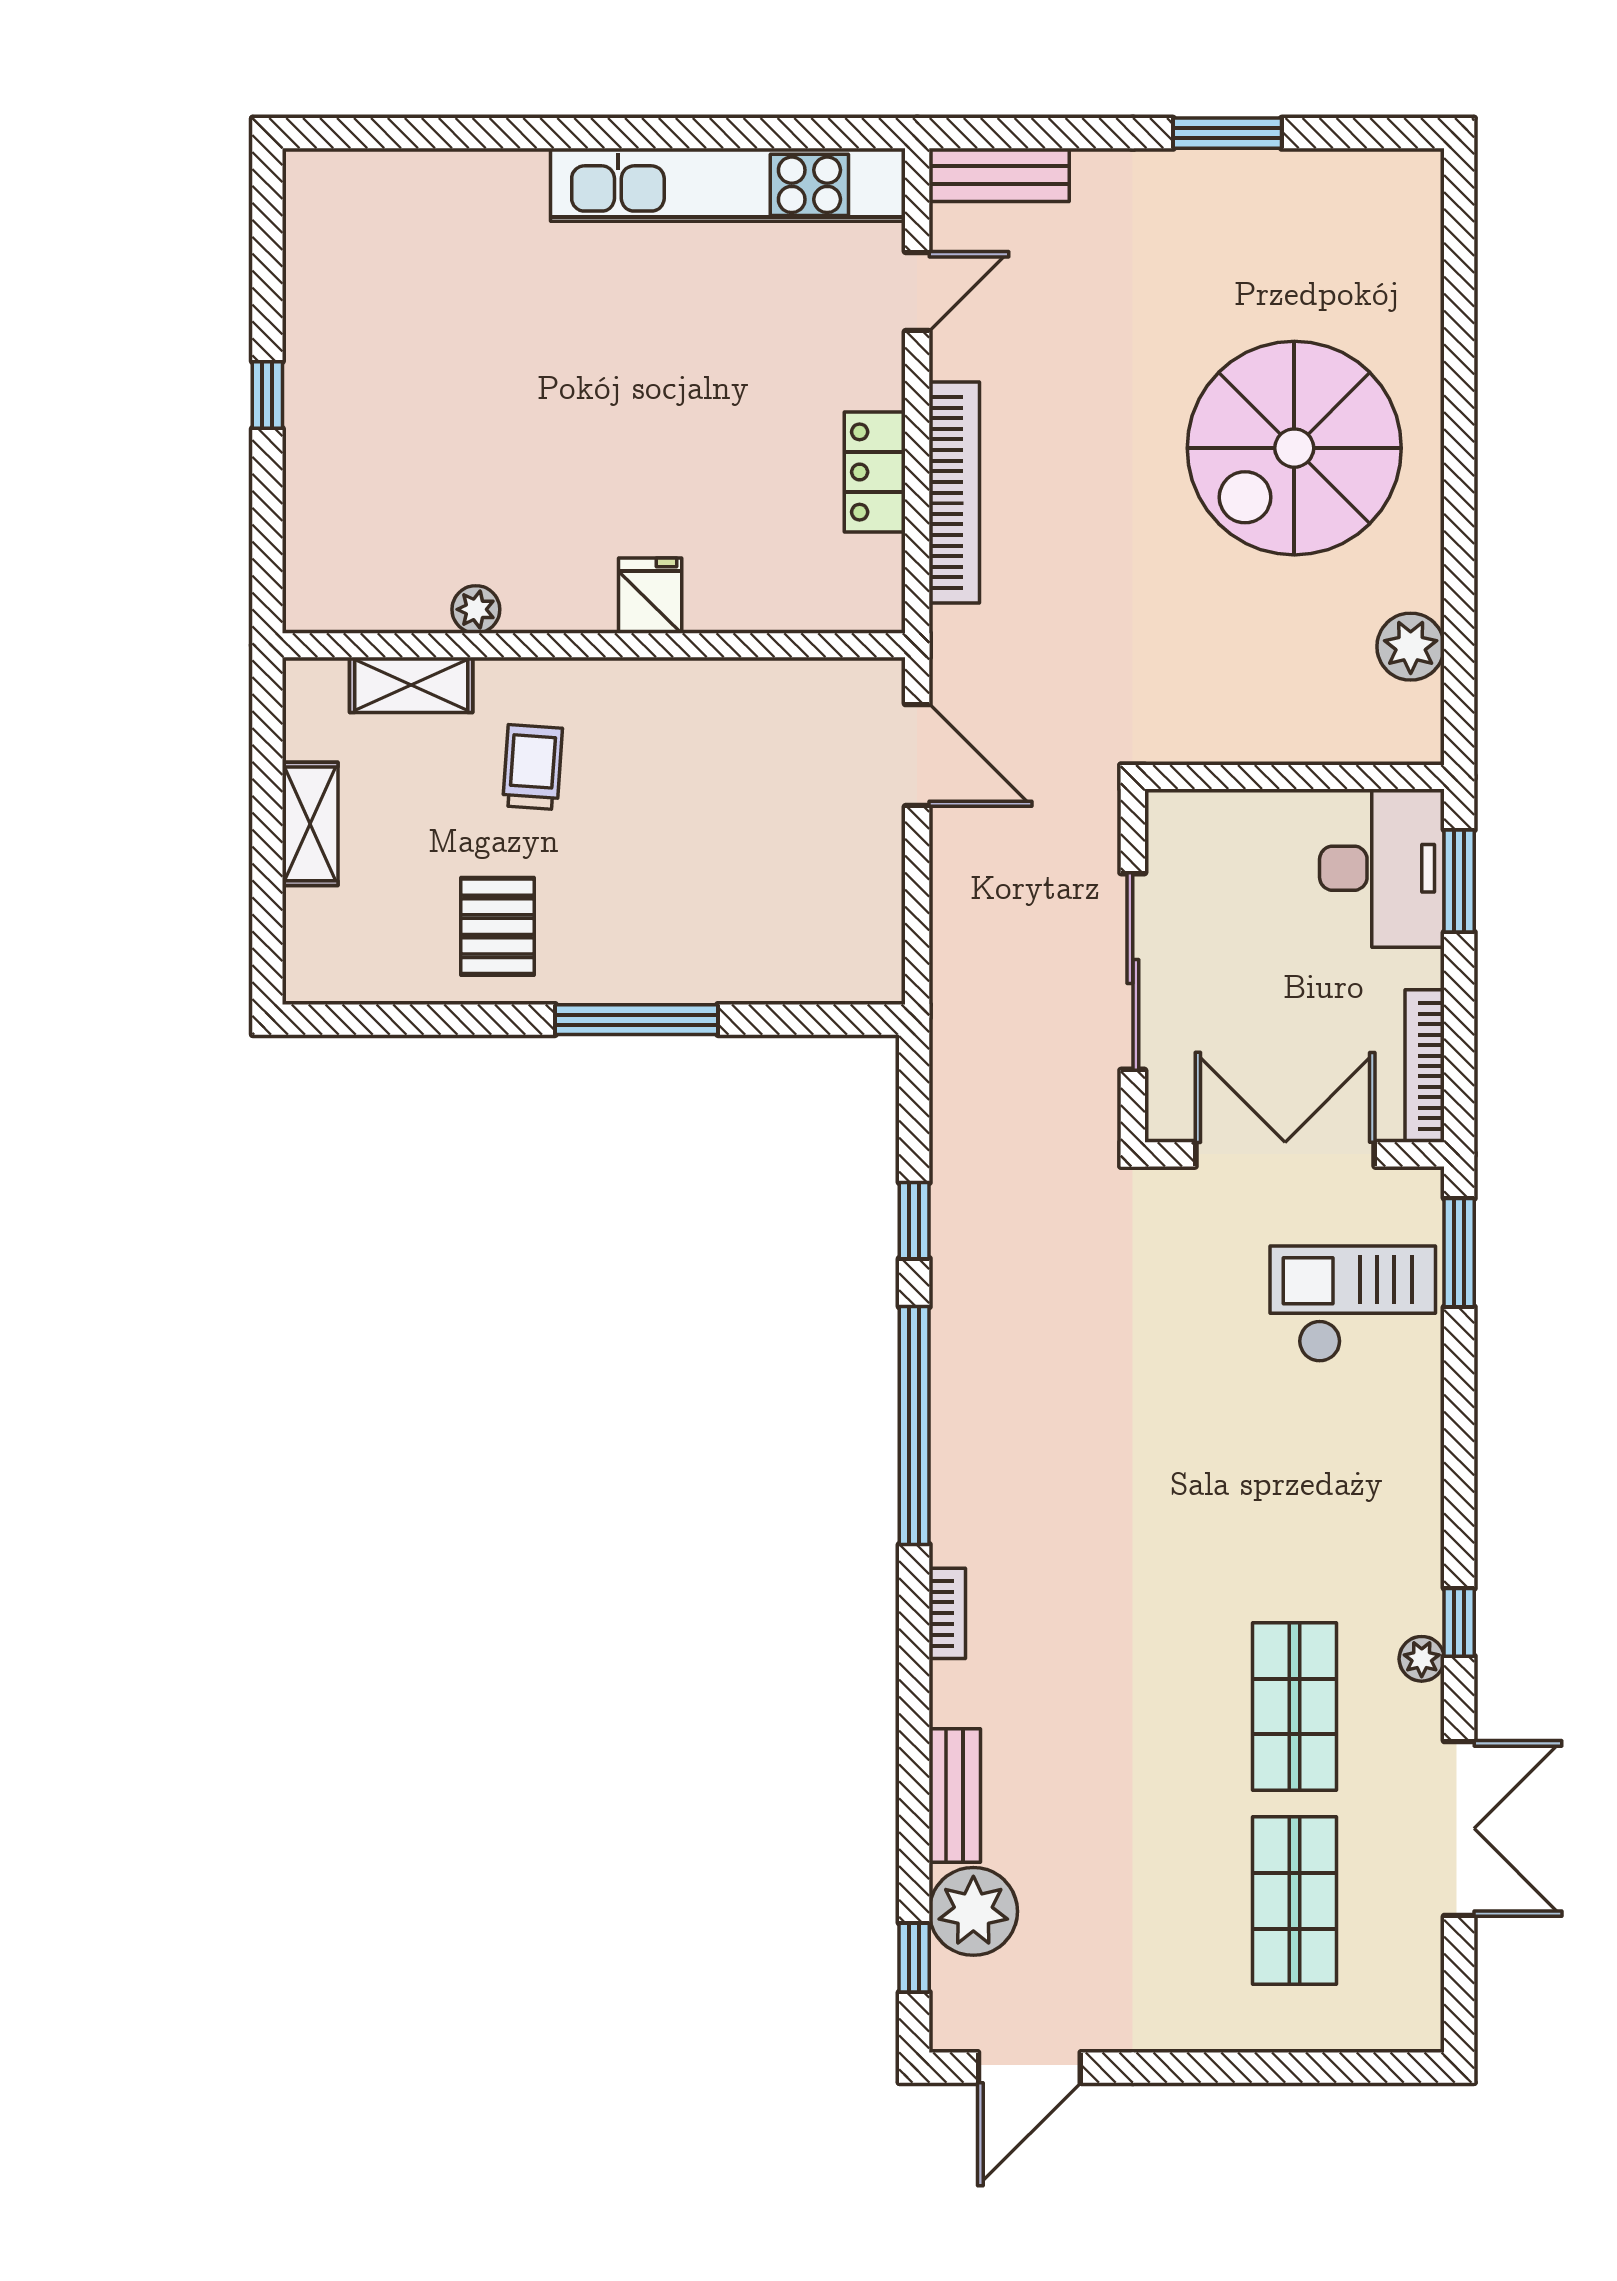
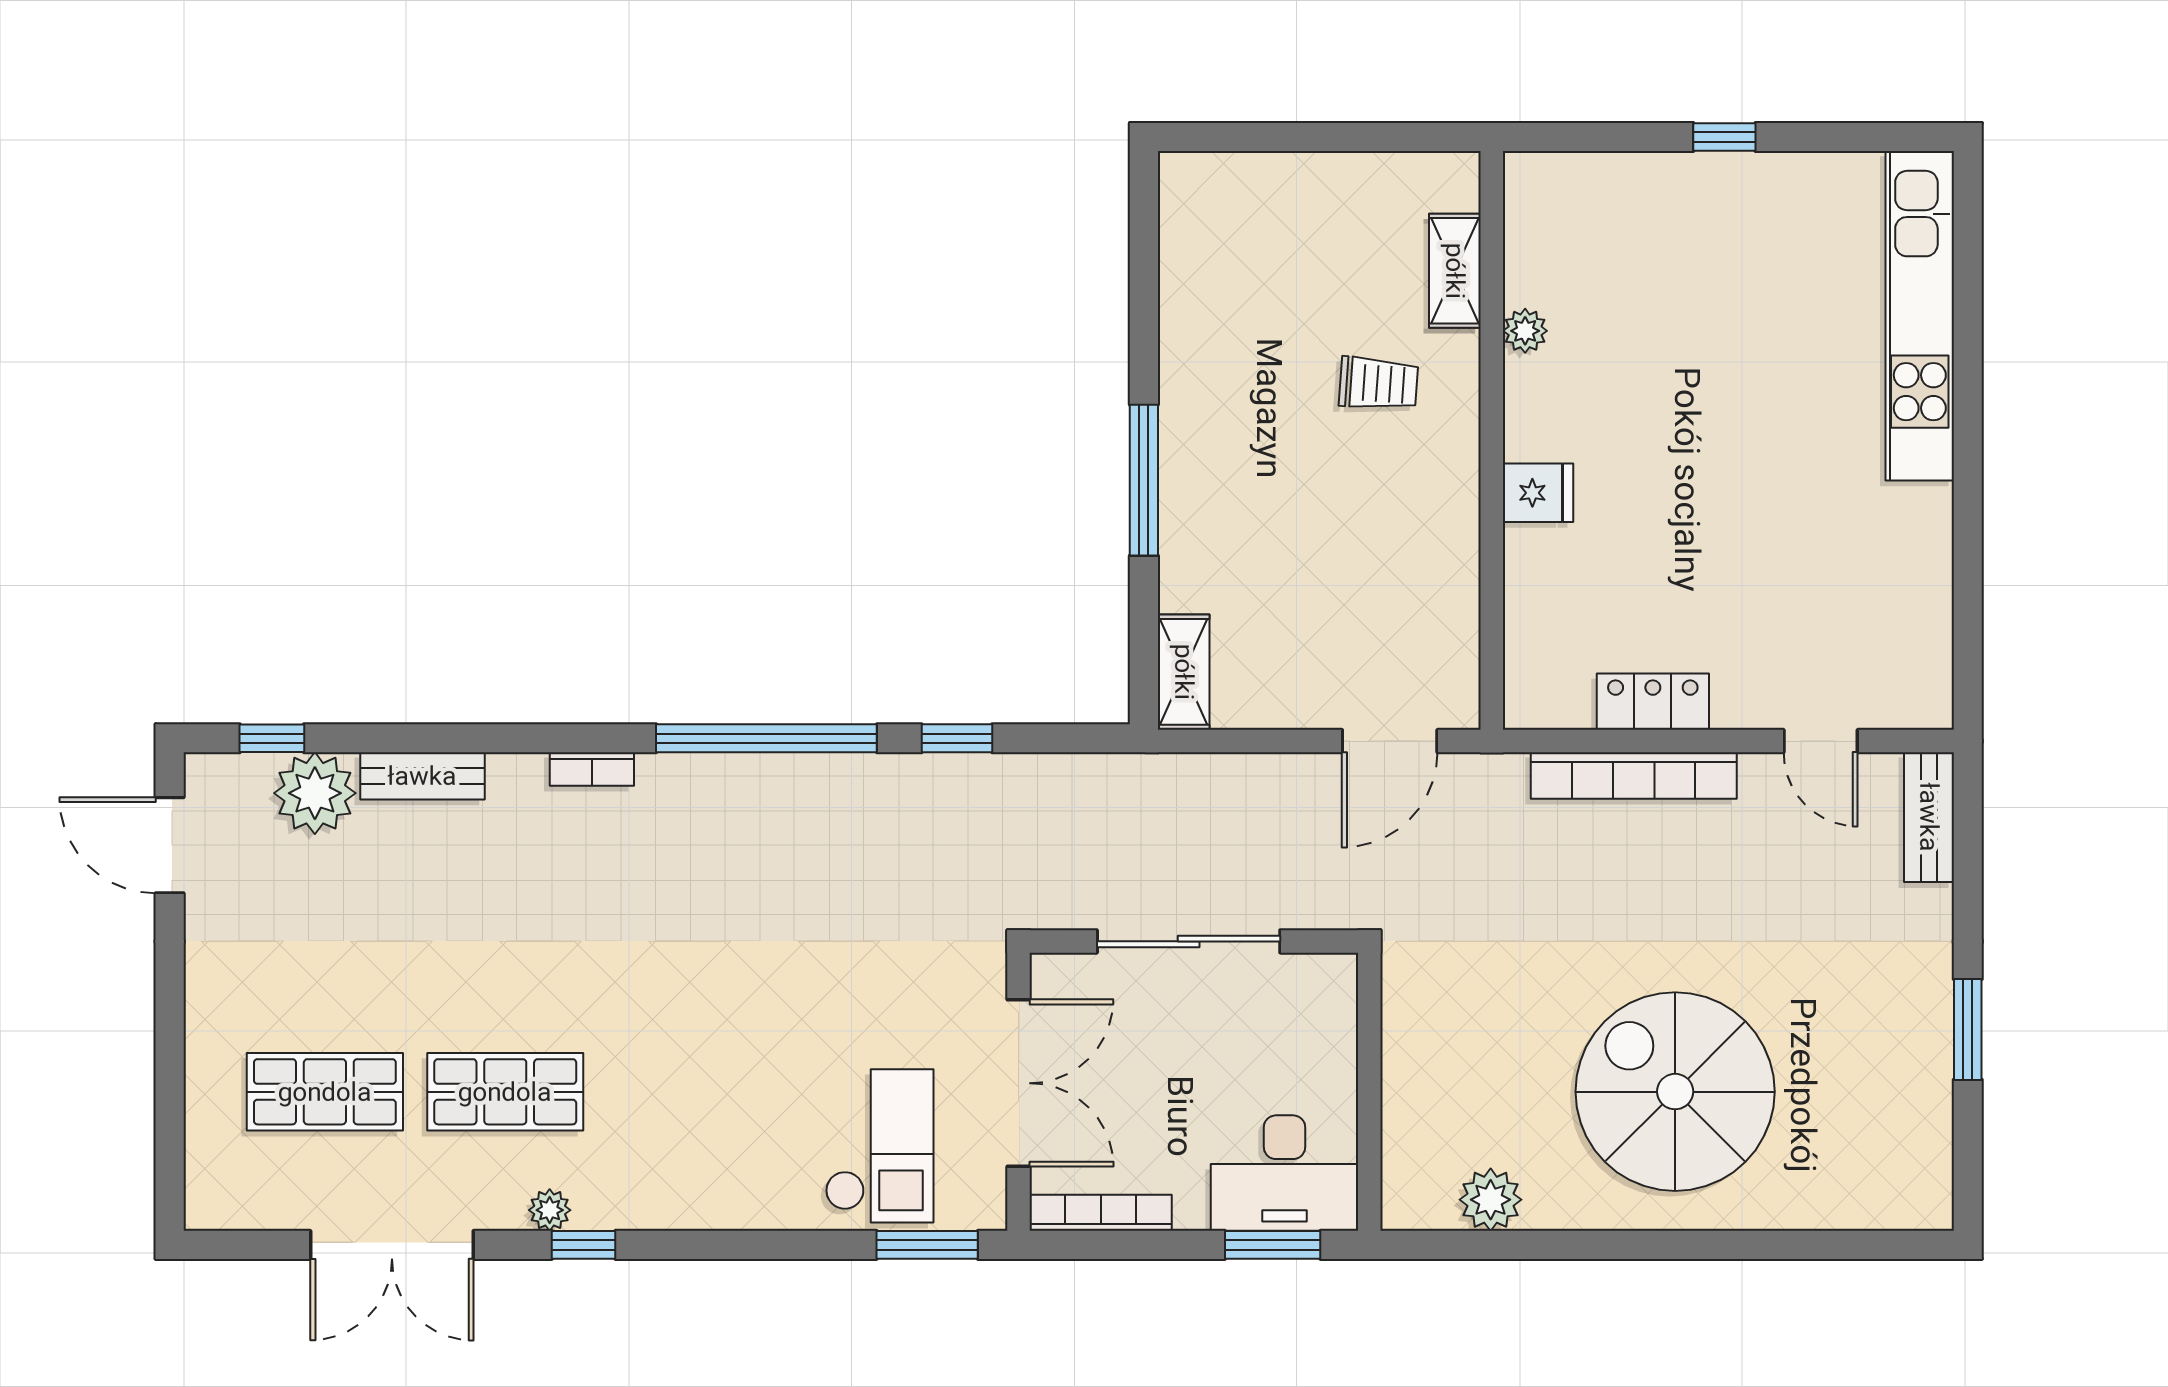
kitchen unit: (728, 185) -> (1920, 316), moved
shelving: (310, 824) -> (1184, 672), moved, turned 90
pallet: (497, 926) -> (1230, 351), removed

